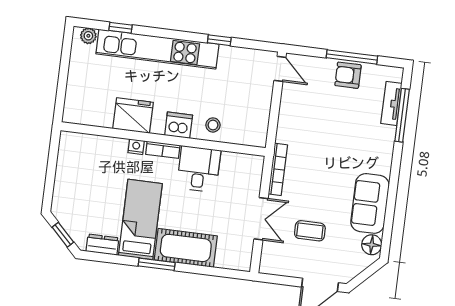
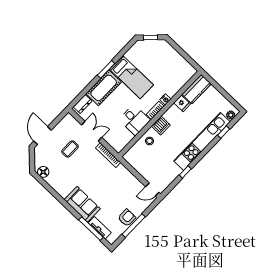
kitchen counter: (88, 113) -> (197, 89), added
fridge: (133, 116) -> (182, 103), width x0.53, depth x0.75
sofa: (370, 203) -> (82, 204), moved
double door: (261, 219) -> (92, 131), swing flipped
dresser: (102, 245) -> (83, 104), moved

